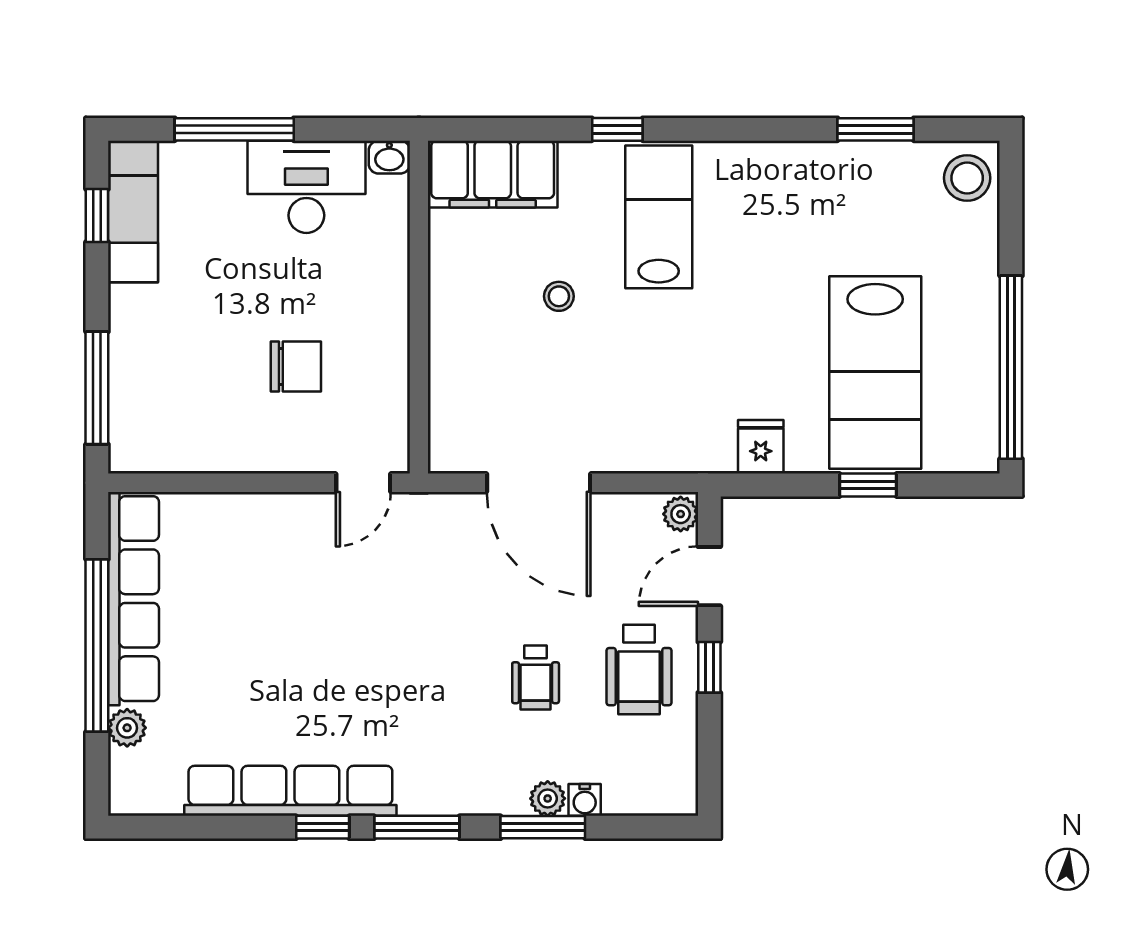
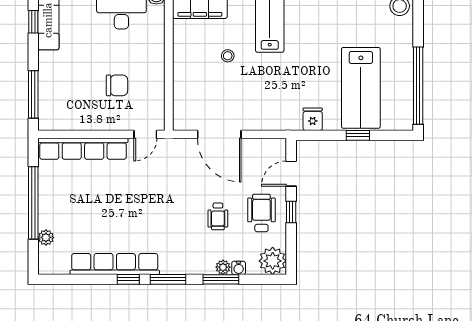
plant: (681, 514) -> (273, 261), moved, width x1.88, depth x1.88
row of seats: (133, 599) -> (83, 149), moved, turned 90
wheelchair: (639, 669) -> (261, 213), turned 180

